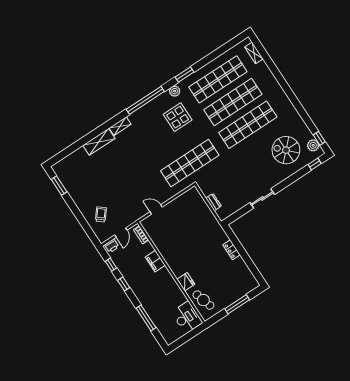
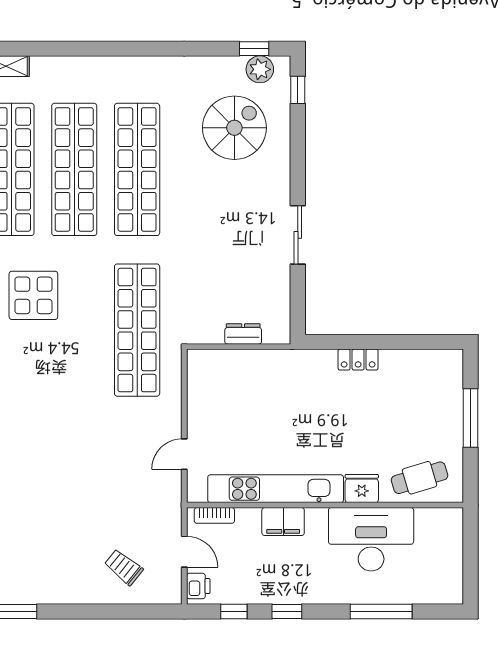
spiral stairs: (286, 150) -> (234, 128), turned 180
kitchen unit: (165, 251) -> (276, 489), added
desk: (187, 318) -> (371, 539), moved, width x1.36, depth x1.30

